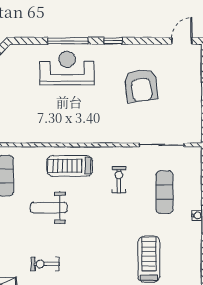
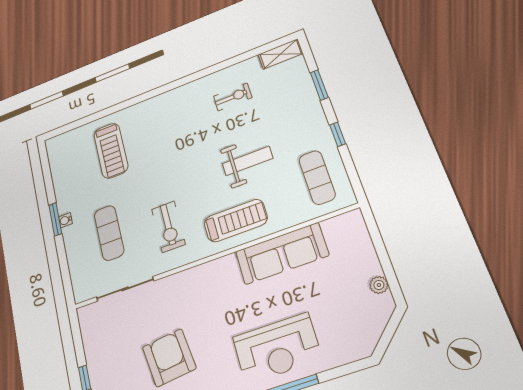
sofa: (45, 130) -> (282, 253), added
exercise bike: (119, 180) -> (168, 227), width x1.38, depth x1.39

